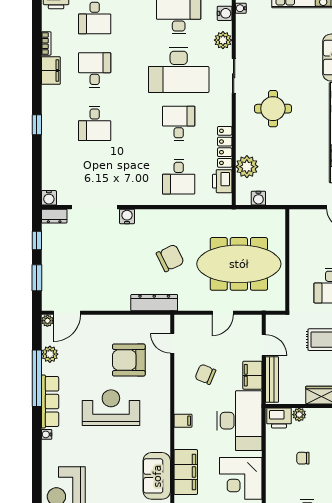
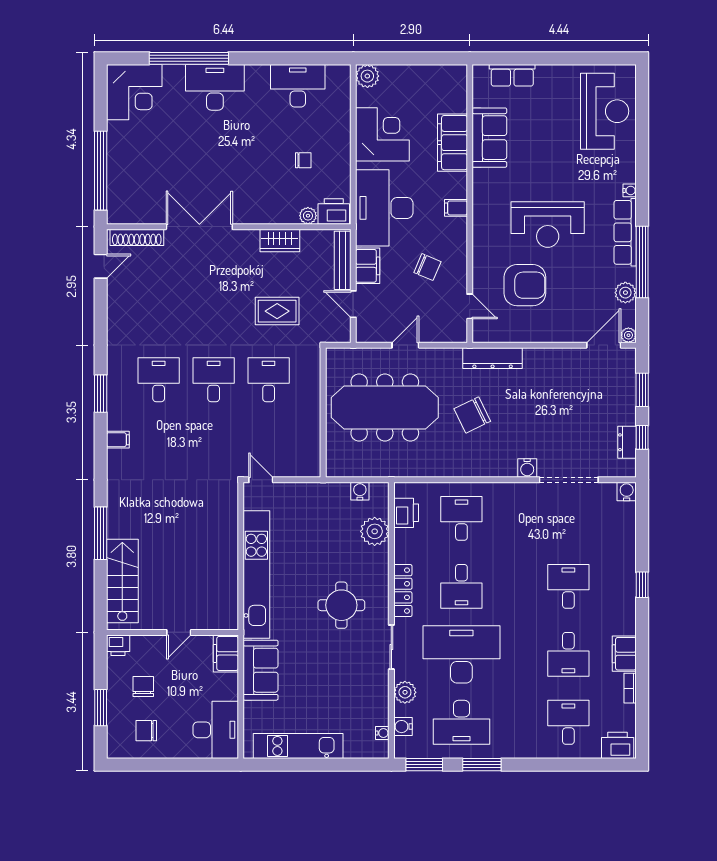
locker: (225, 147) -> (403, 591), moved
dresser: (54, 216) -> (627, 442), moved, turned -90

